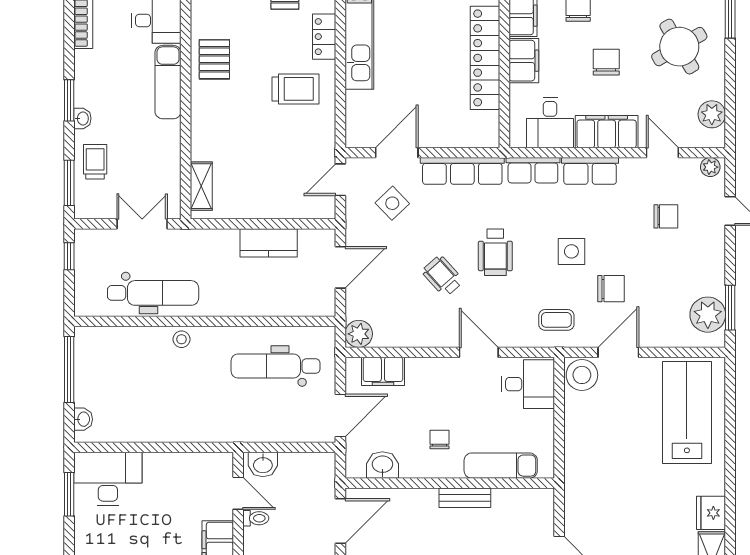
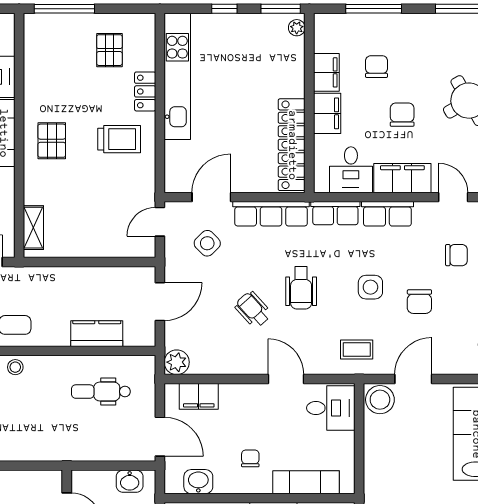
locker: (485, 58) -> (292, 145), moved
pallet: (214, 59) -> (52, 141), moved
kitchen counter: (269, 243) -> (97, 334), moved, turned 180
chair: (611, 289) -> (419, 302), moved, turned 90
dental chair: (276, 366) -> (101, 392), width x0.73, depth x0.72
door: (340, 416) -> (160, 437), hinge flipped
washbasin: (263, 464) -> (130, 481), moved

